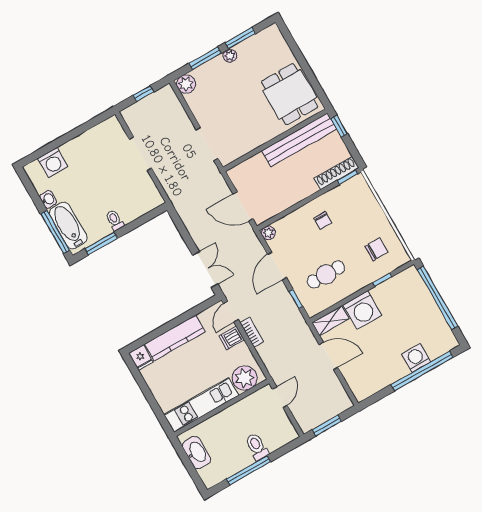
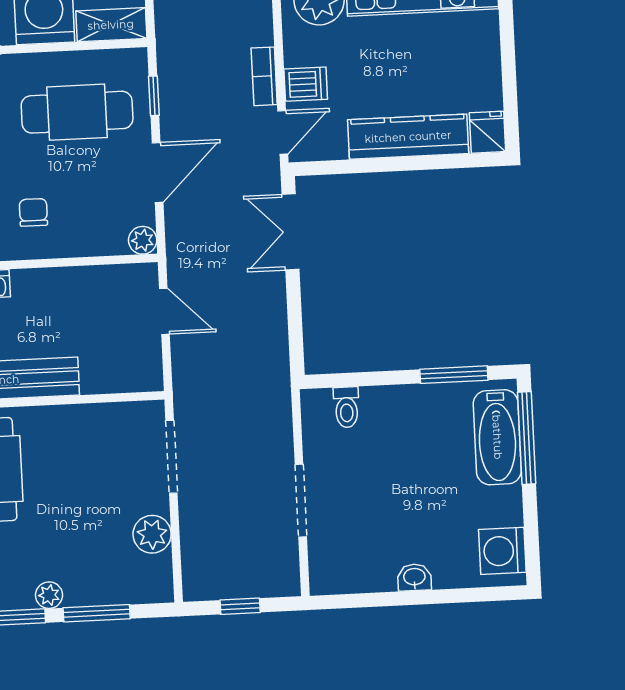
plant: (186, 84) -> (152, 534), moved
washing machine: (53, 163) -> (502, 551), moved, turned -90
washbasin: (48, 199) -> (414, 577), moved, turned 90
door: (243, 206) -> (164, 311), width x0.73
toilet: (115, 220) -> (346, 407), moved
cafe table: (326, 274) -> (77, 112), width x1.37, depth x1.35

